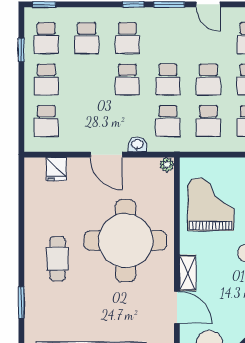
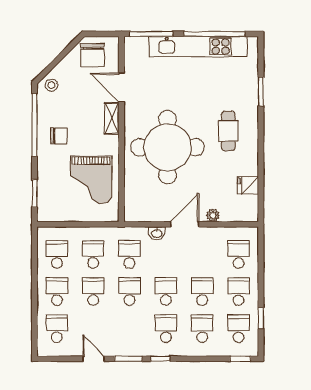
school desk: (87, 80) -> (202, 292), added
door: (106, 155) -> (185, 224), hinge flipped
plant: (167, 165) -> (213, 215), moved
fridge: (56, 169) -> (248, 185), moved, turned -90

